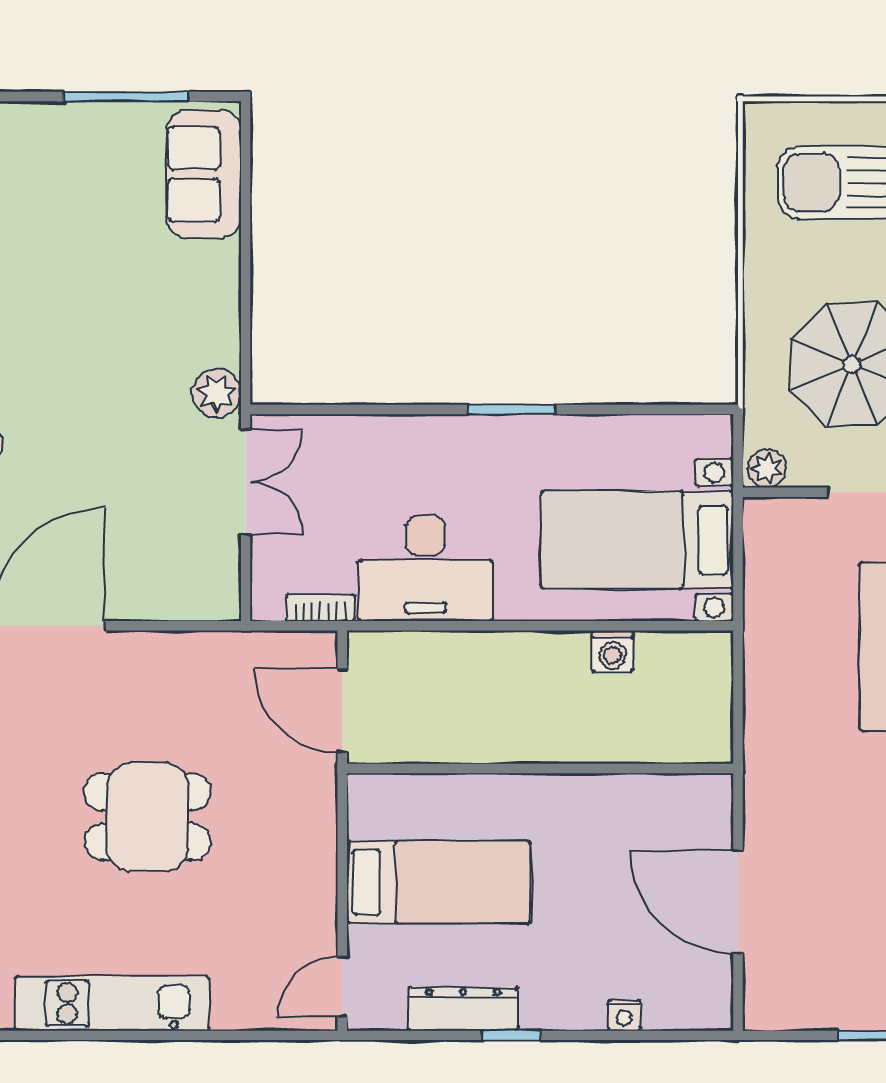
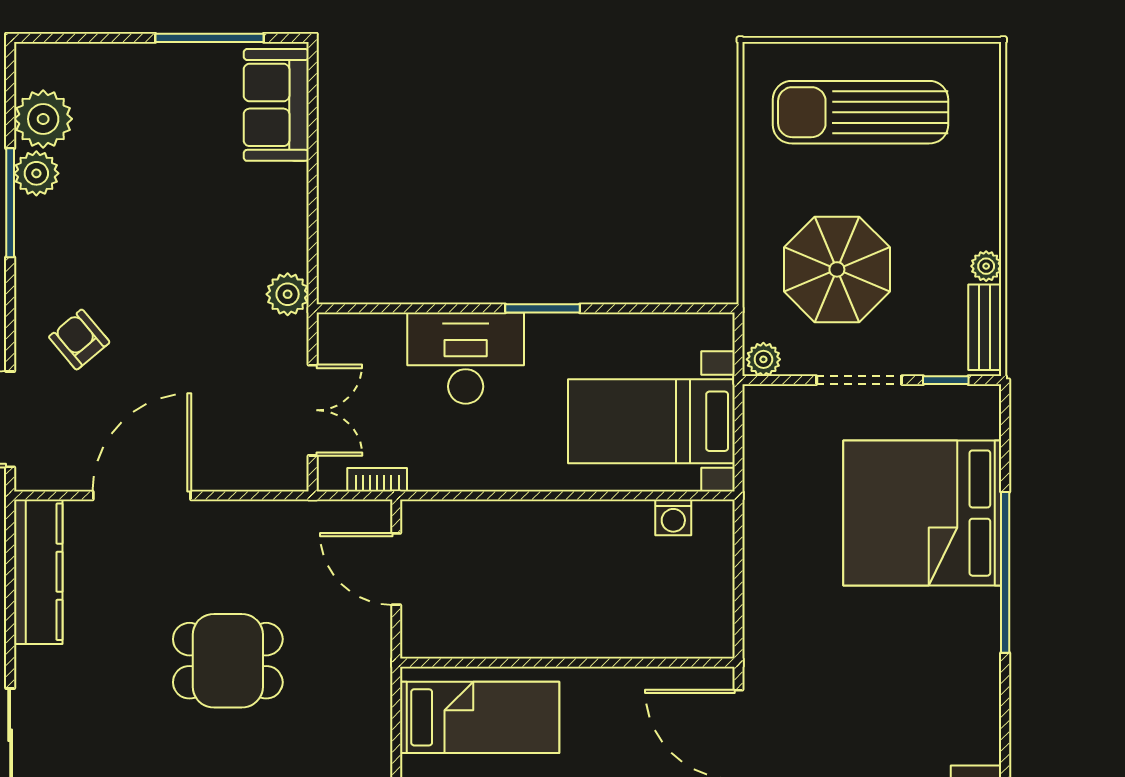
double door: (246, 482) -> (313, 410), moved
desk: (426, 568) -> (466, 358), moved, turned 180
washing machine: (612, 651) -> (673, 517), moved
wall: (540, 768) -> (567, 663), moved

